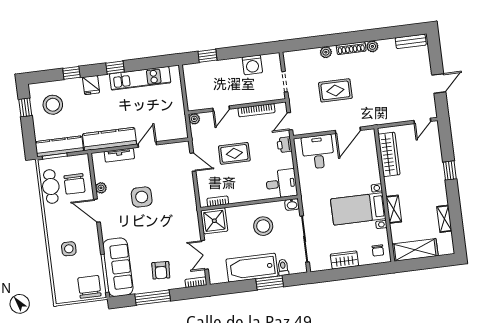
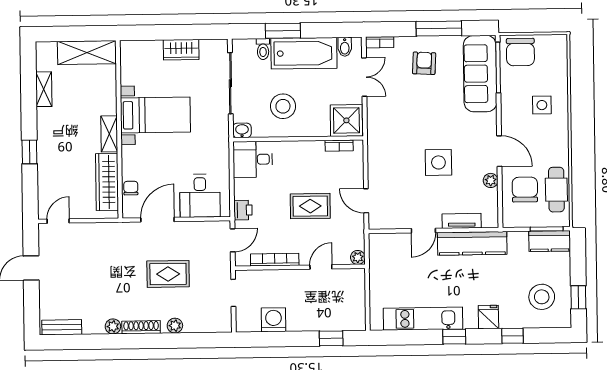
kitchen counter: (59, 146) -> (550, 241), width x0.67
shelving: (394, 209) -> (109, 134), moved
chair: (378, 250) -> (131, 188), moved
bidet: (222, 276) -> (345, 47), added

